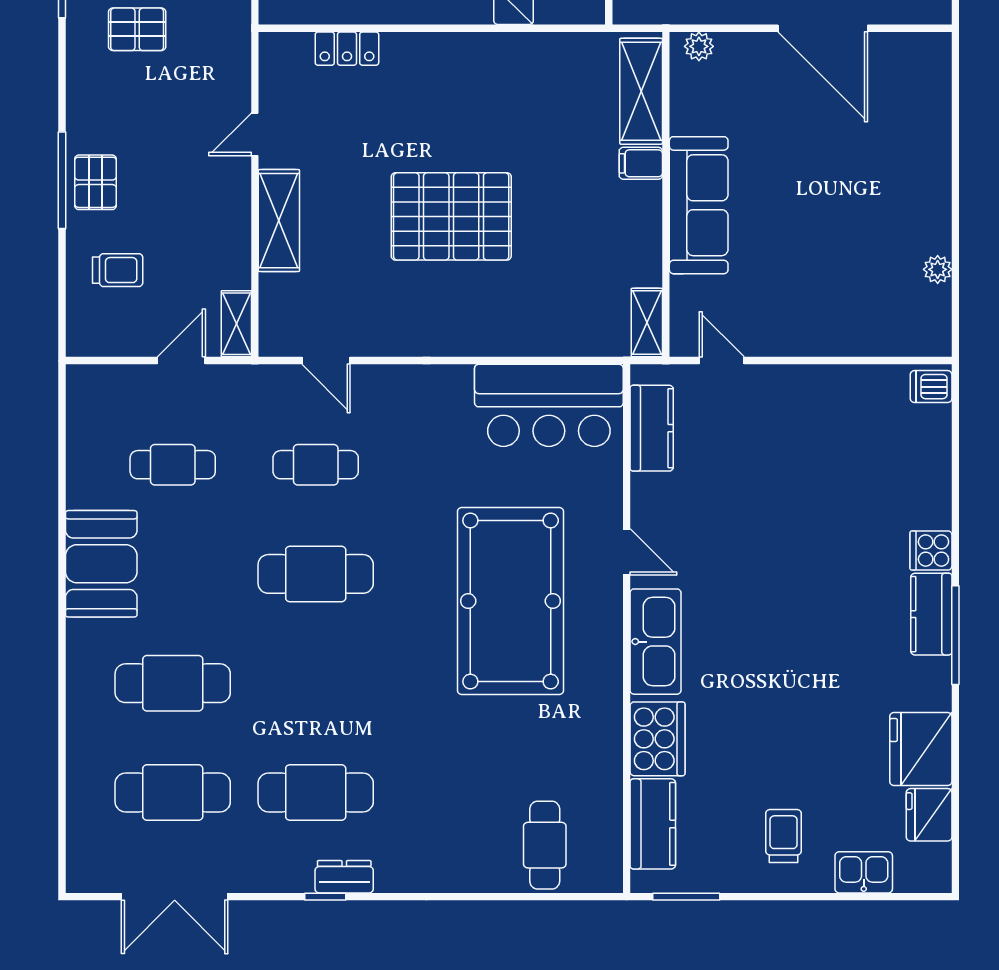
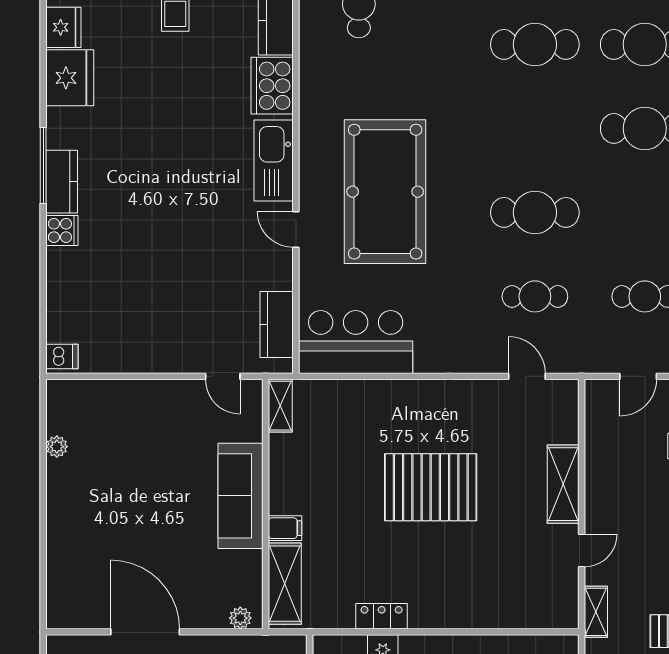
locker: (347, 49) -> (382, 616), moved
shelving: (236, 324) -> (596, 612), moved

